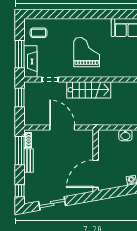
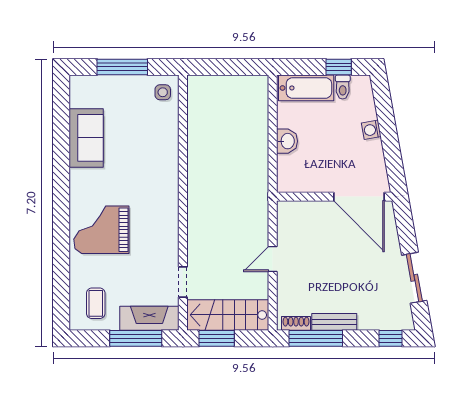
grand piano: (87, 52) -> (101, 230), moved
stairs: (89, 90) -> (228, 315), moved, turned -90
door: (62, 128) -> (273, 259), width x0.53

